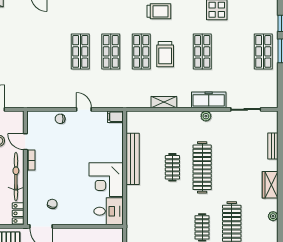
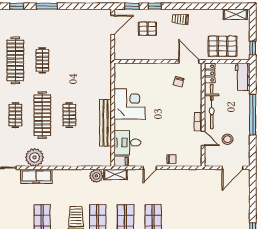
plant: (143, 101) -> (96, 176), added
shelving: (164, 102) -> (115, 174), moved
door: (84, 109) -> (150, 168), hinge flipped
plant: (206, 116) -> (35, 157), width x1.88, depth x1.88
clothes rail: (232, 167) -> (15, 115), added
desk: (109, 211) -> (127, 143), moved

